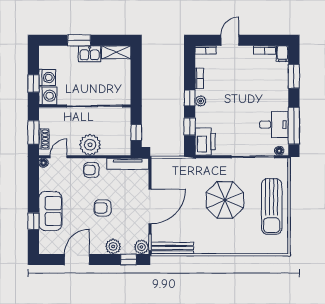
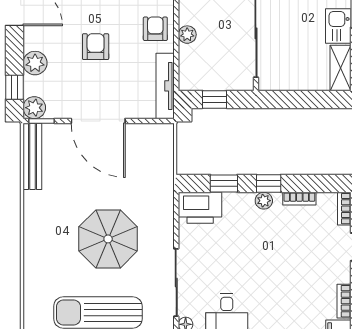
plant: (90, 145) -> (187, 35), width x0.53, depth x0.53

